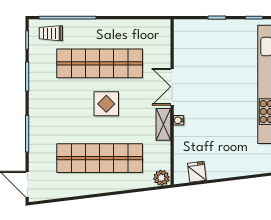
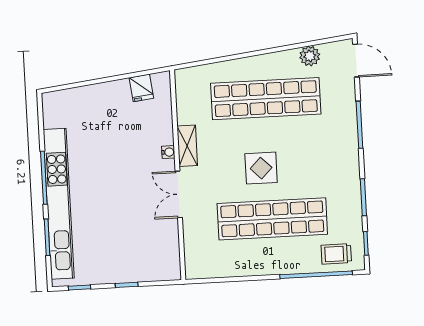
trolley: (51, 33) -> (336, 254), turned 180
double door: (172, 87) -> (179, 194), swing flipped
plant: (161, 178) -> (310, 56), moved

